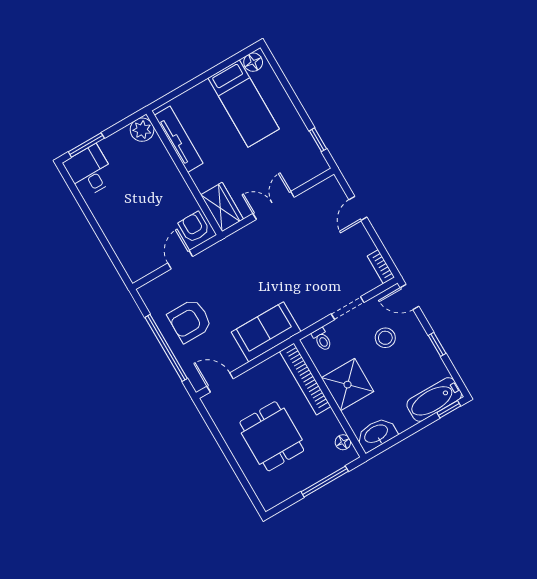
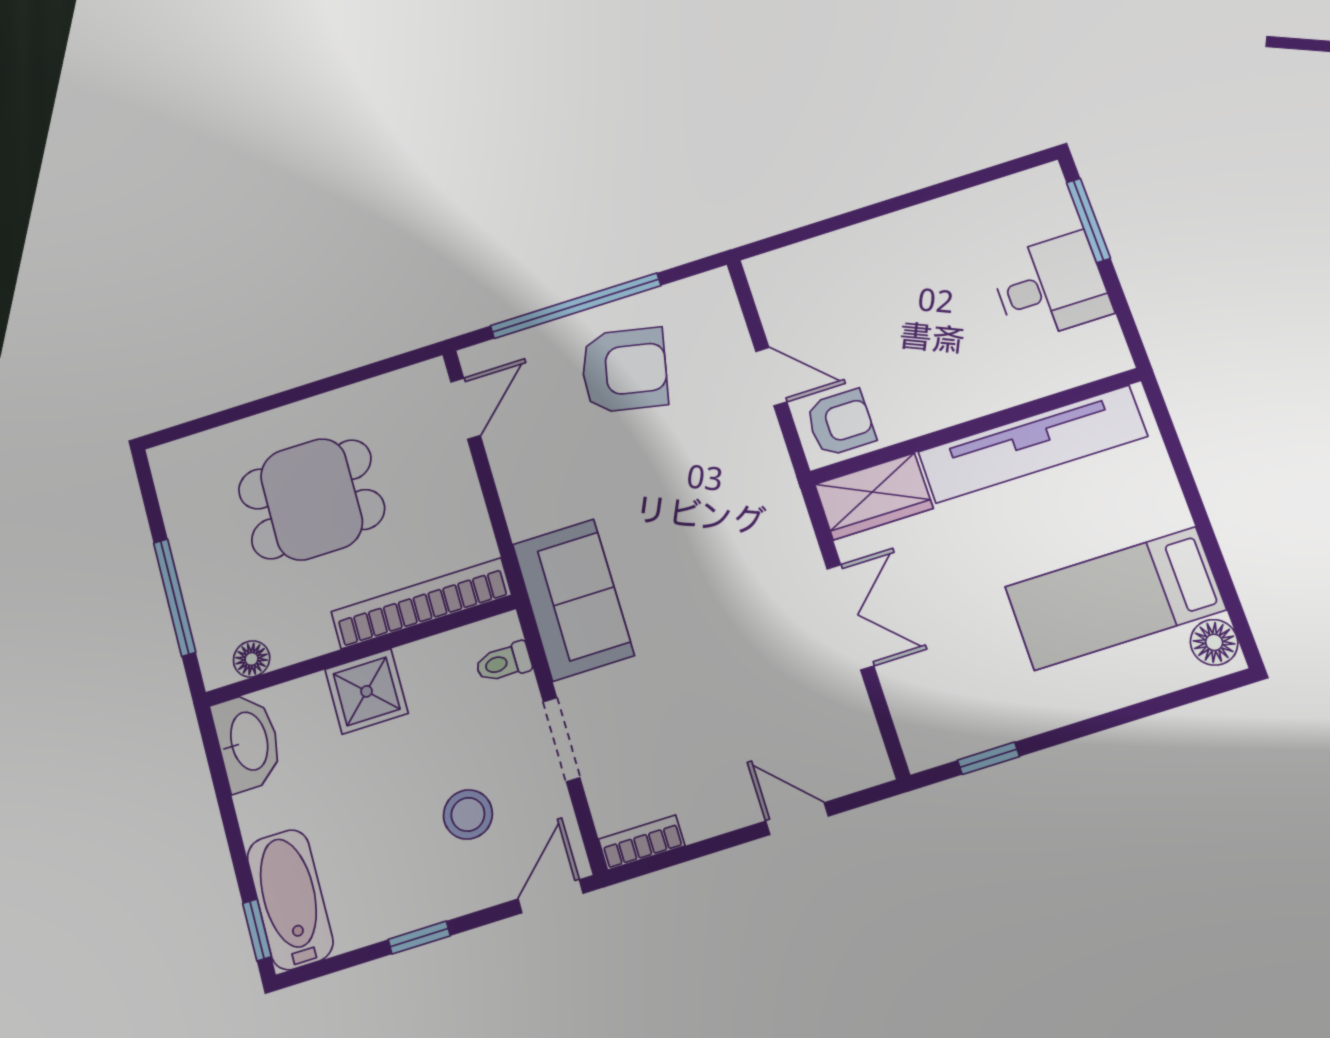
plant: (142, 130) -> (1099, 351), removed
tv unit: (179, 139) -> (1033, 444), width x1.36, depth x1.29
desk: (90, 171) -> (1051, 286), moved
armchair: (190, 321) -> (624, 370), turned 102
sofa: (266, 332) -> (573, 600), moved
shower: (348, 385) -> (367, 691), width x0.73, depth x0.73

